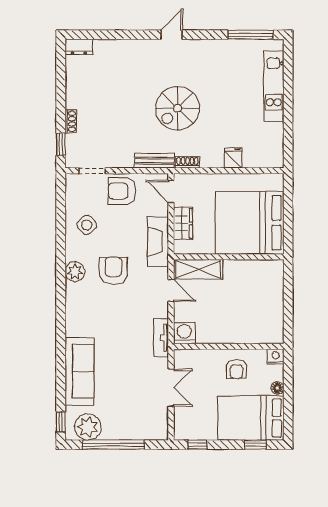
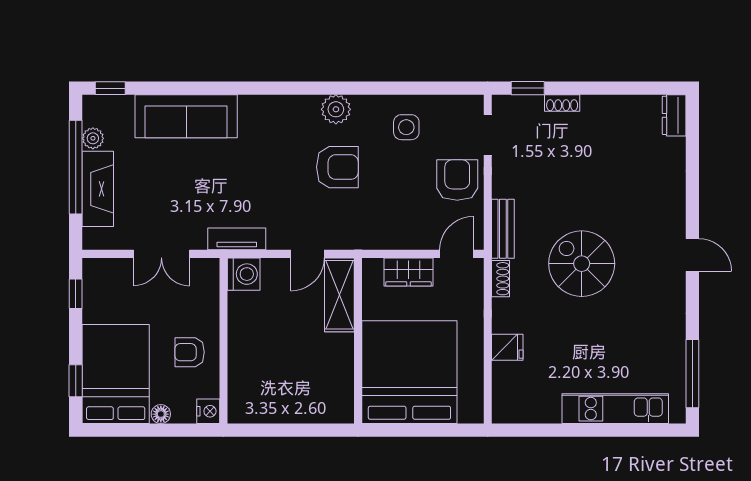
side table: (87, 225) -> (406, 127), turned 45
fireplace: (158, 242) -> (98, 189), moved, turned 90
plant: (88, 427) -> (93, 138), width x0.53, depth x0.53

